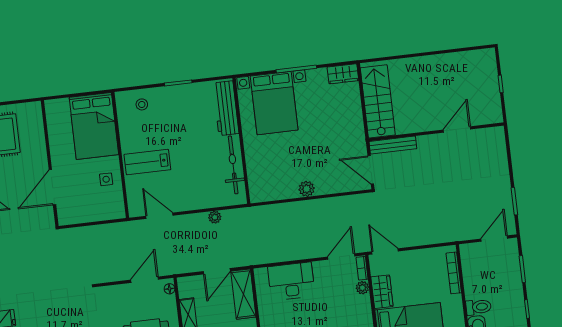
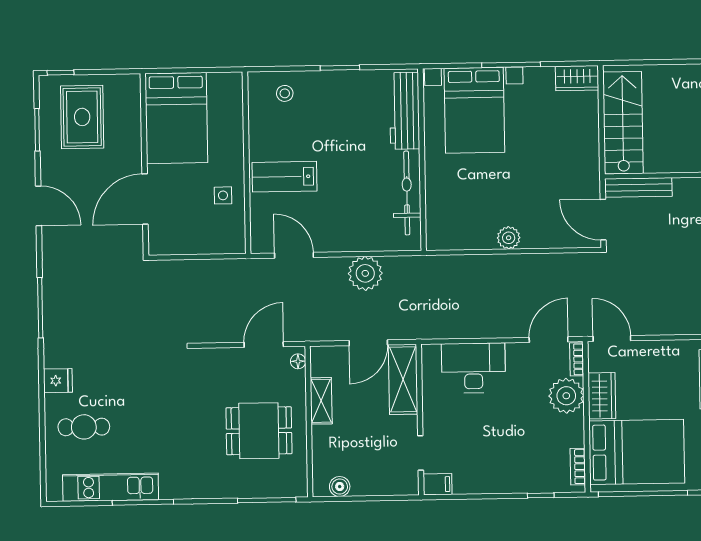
bed: (94, 126) -> (176, 118), moved
plant: (215, 217) -> (365, 273), width x1.87, depth x1.87
plant: (362, 288) -> (566, 396), width x1.87, depth x1.87

